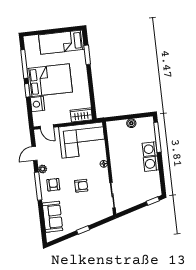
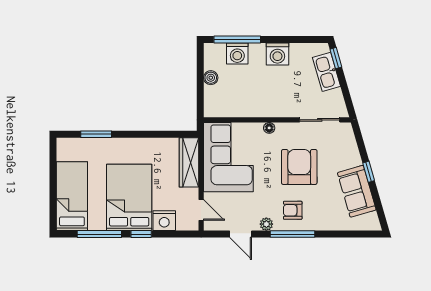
bed: (62, 42) -> (72, 196), moved, turned 180
wardrobe: (81, 115) -> (189, 162), width x1.50
door: (47, 127) -> (201, 210), hinge flipped
washing machine: (150, 149) -> (237, 54), moved
armchair: (81, 186) -> (299, 167), width x1.88, depth x1.88
kitchen sink: (143, 196) -> (326, 72), added
sofa: (52, 217) -> (357, 191), moved, turned -106

